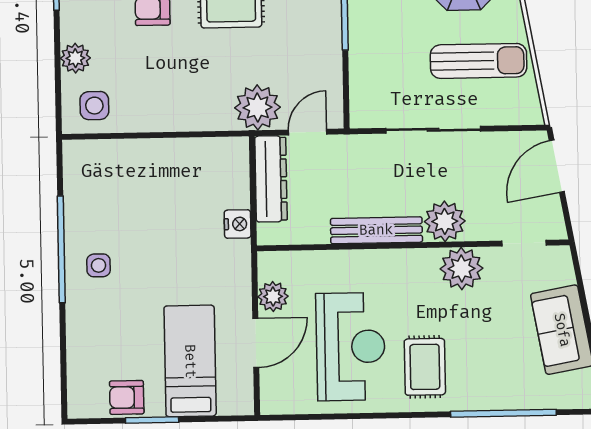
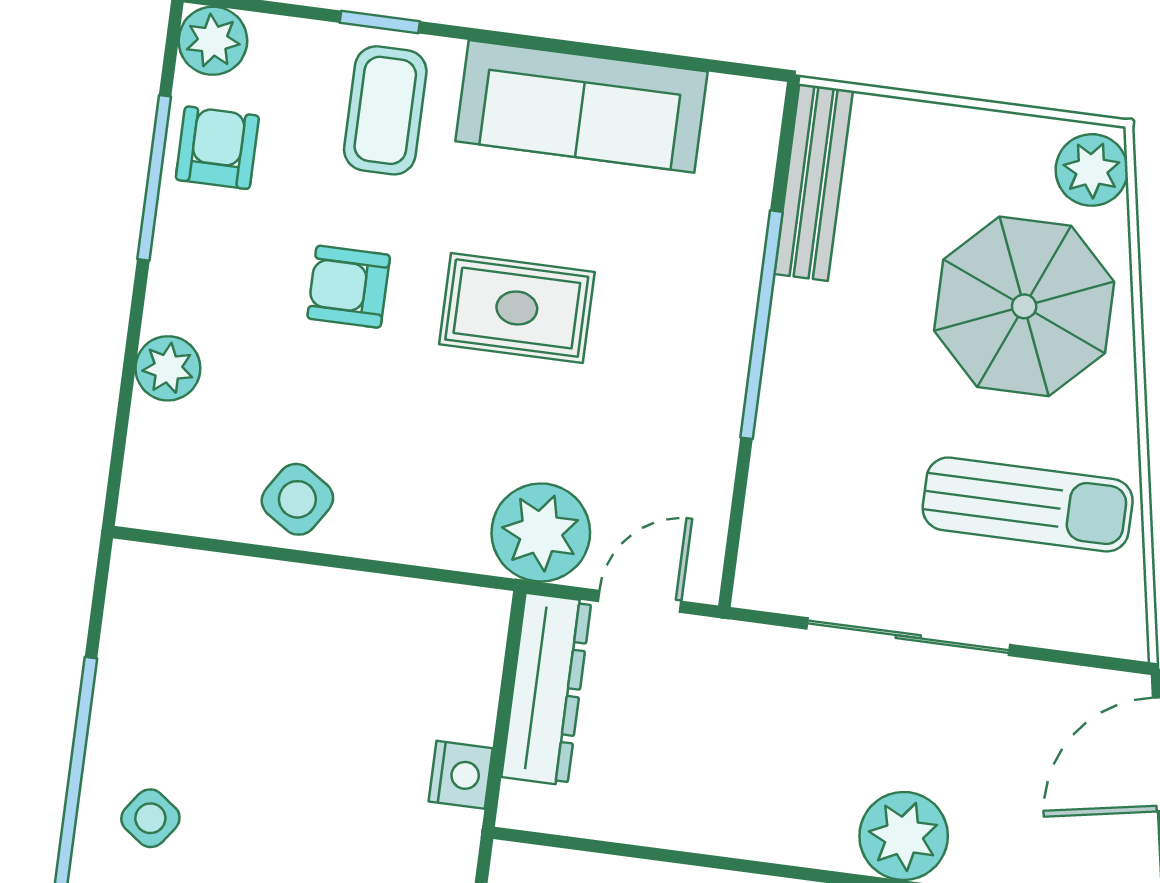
side table: (94, 106) -> (297, 499), moved, turned 33
bench: (376, 230) -> (755, 833), removed
side table: (99, 265) -> (150, 818), turned 36

